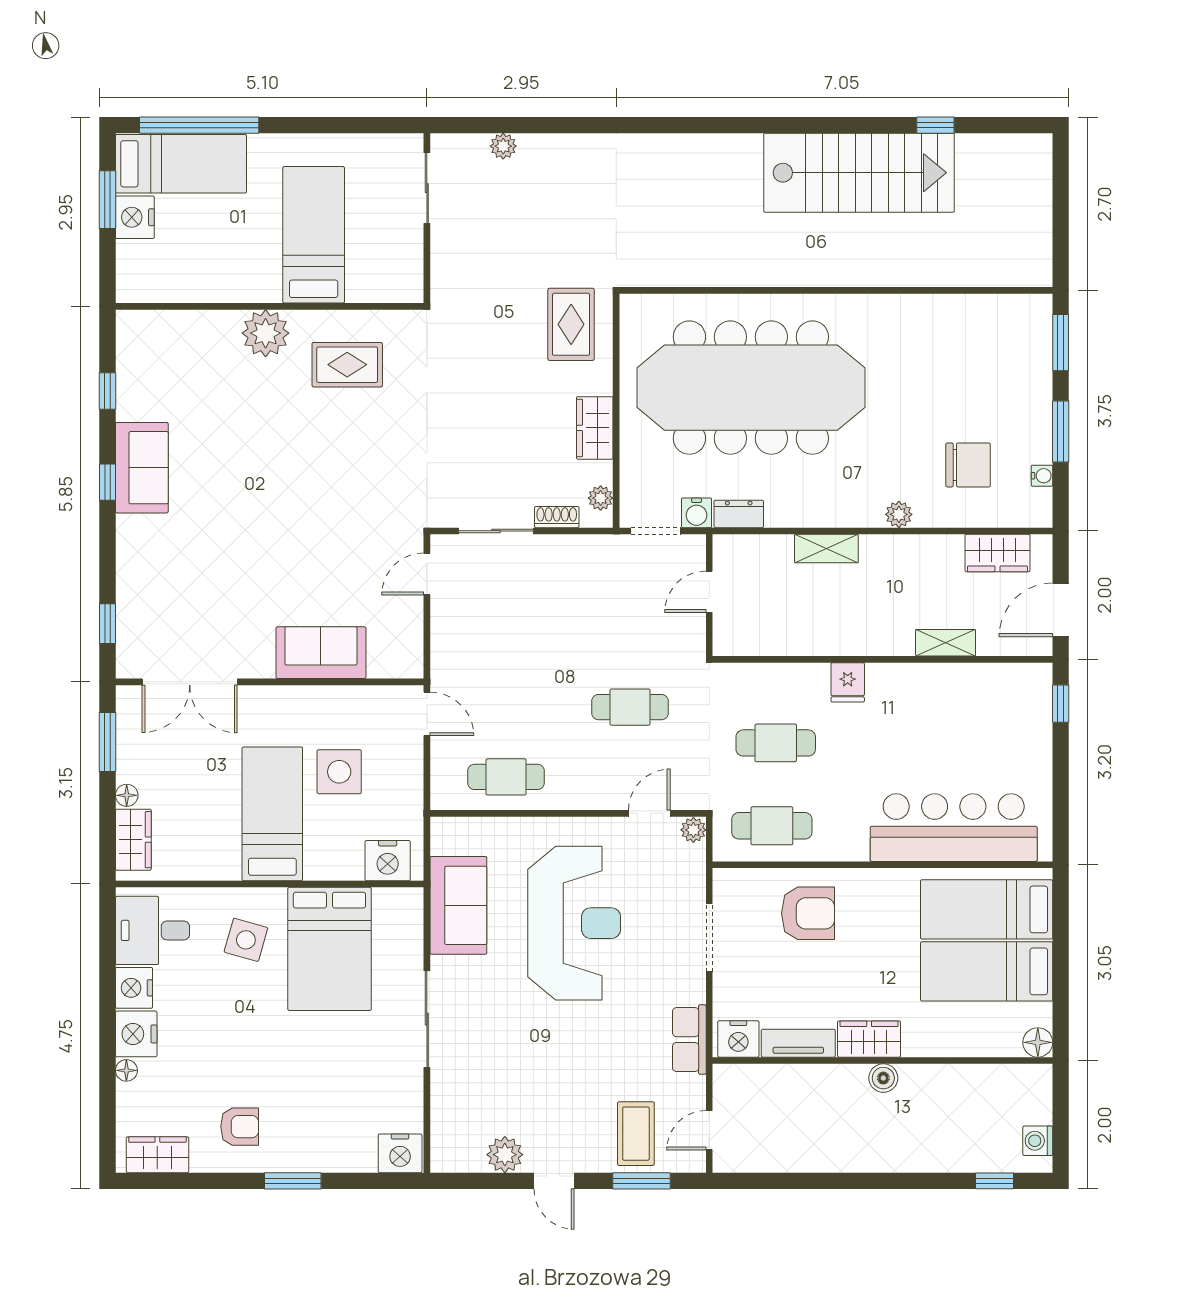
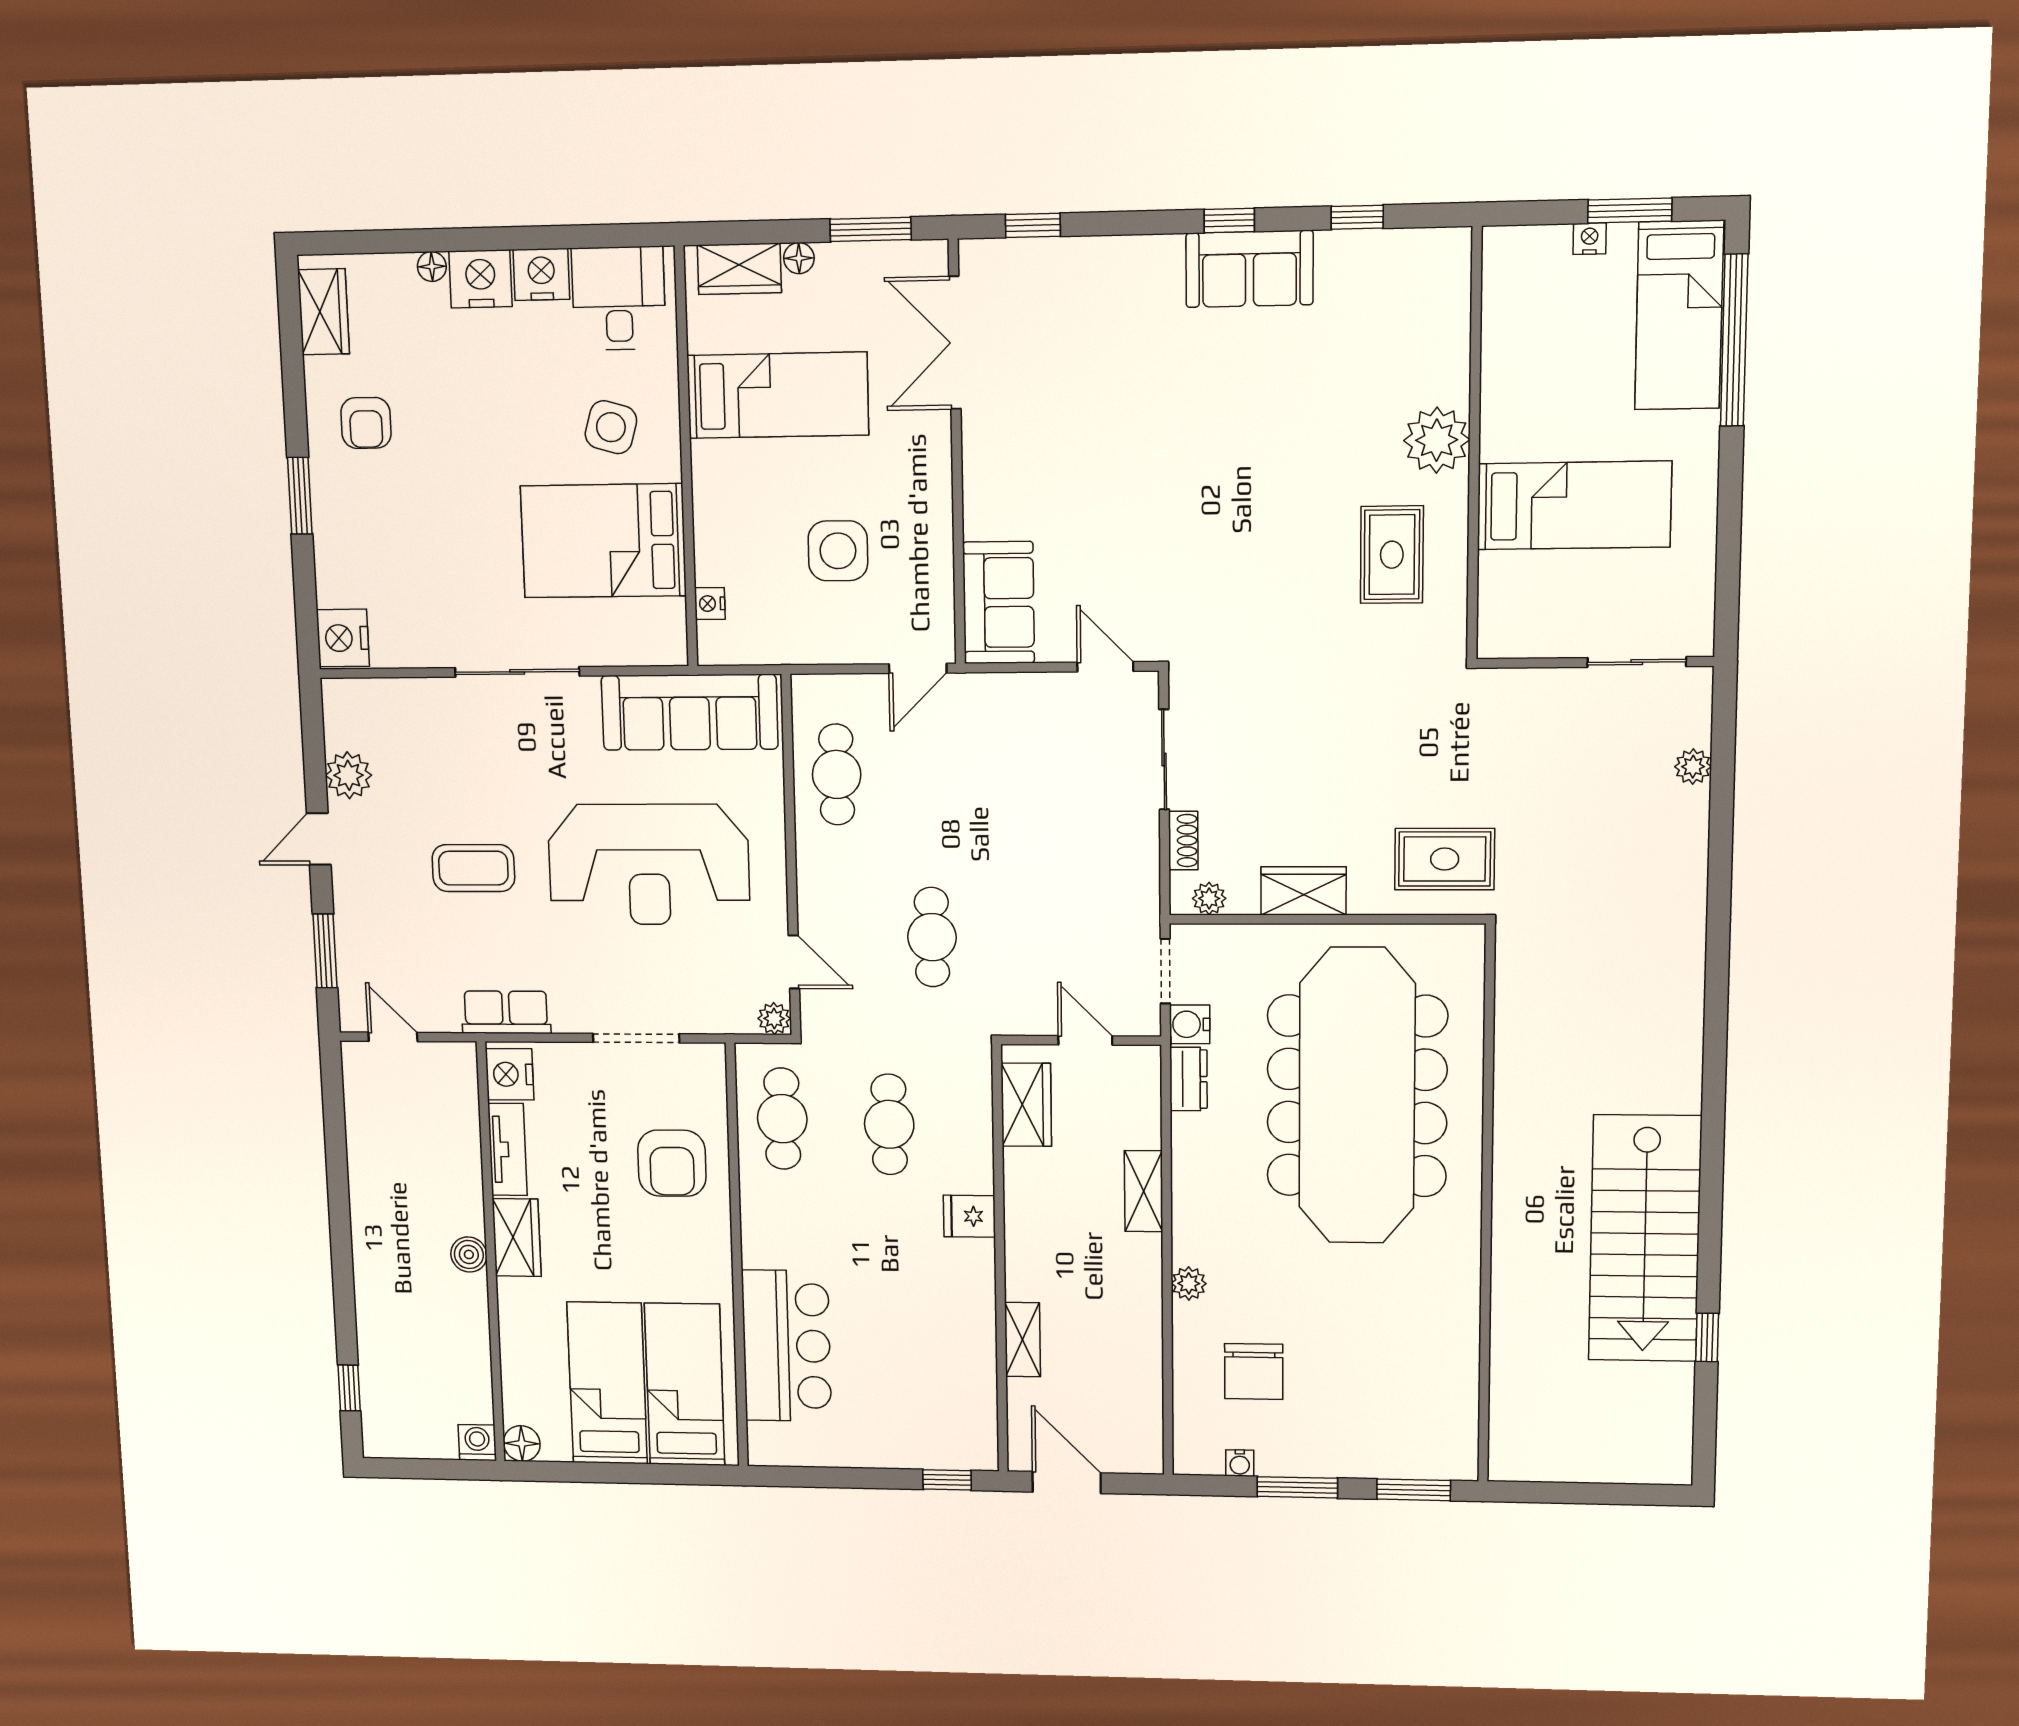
nightstand: (135, 217) -> (1590, 239), width x0.53, depth x0.56
wardrobe: (998, 553) -> (1026, 1105), moved, turned 180
sofa: (321, 653) -> (999, 603), moved
bed: (272, 814) -> (778, 395), moved
bar counter: (954, 828) -> (787, 1346), width x0.73
nightstand: (388, 861) -> (710, 603), width x0.53, depth x0.56
sofa: (458, 905) -> (690, 712), width x1.36
coffee table: (636, 1134) -> (473, 868), moved
washing machine: (1038, 1141) -> (477, 1443), moved

